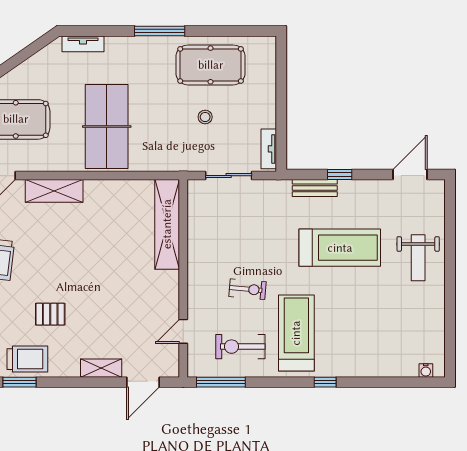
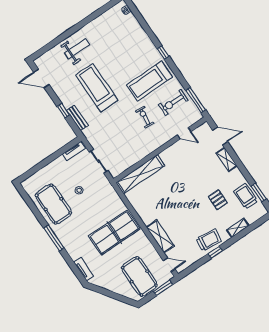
exercise bike: (240, 347) -> (173, 102), turned 90

